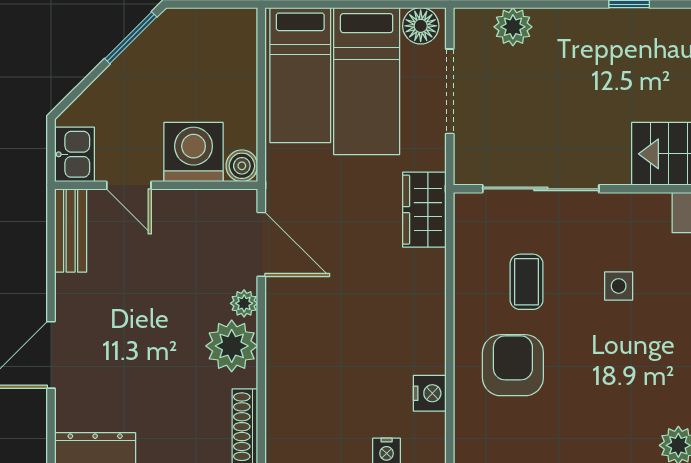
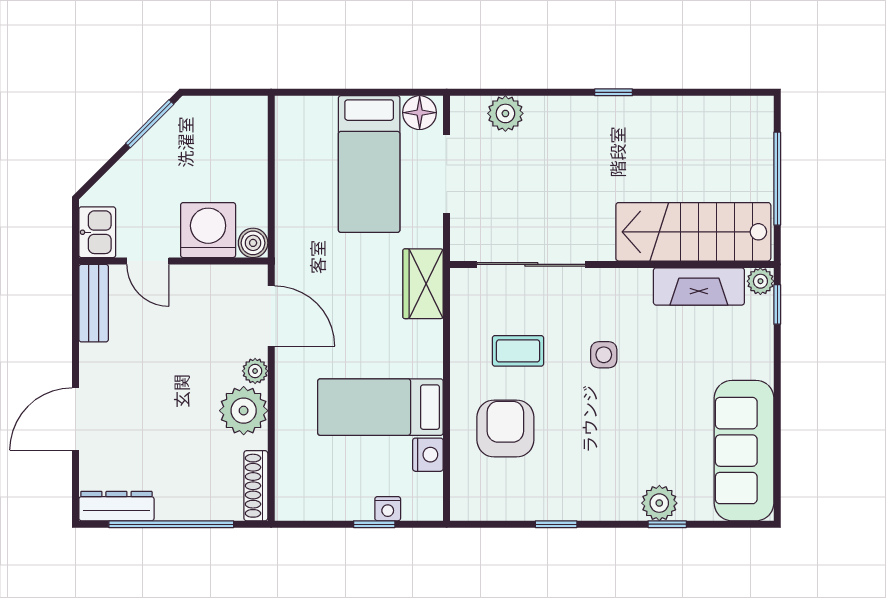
bed: (300, 75) -> (380, 407), moved, turned 90
coffee table: (527, 282) -> (518, 351), turned 90

